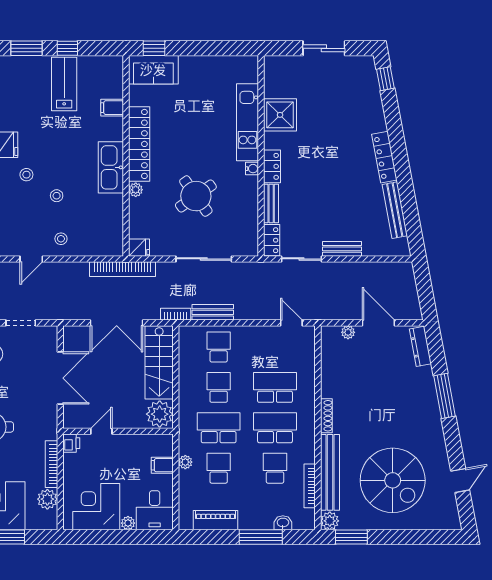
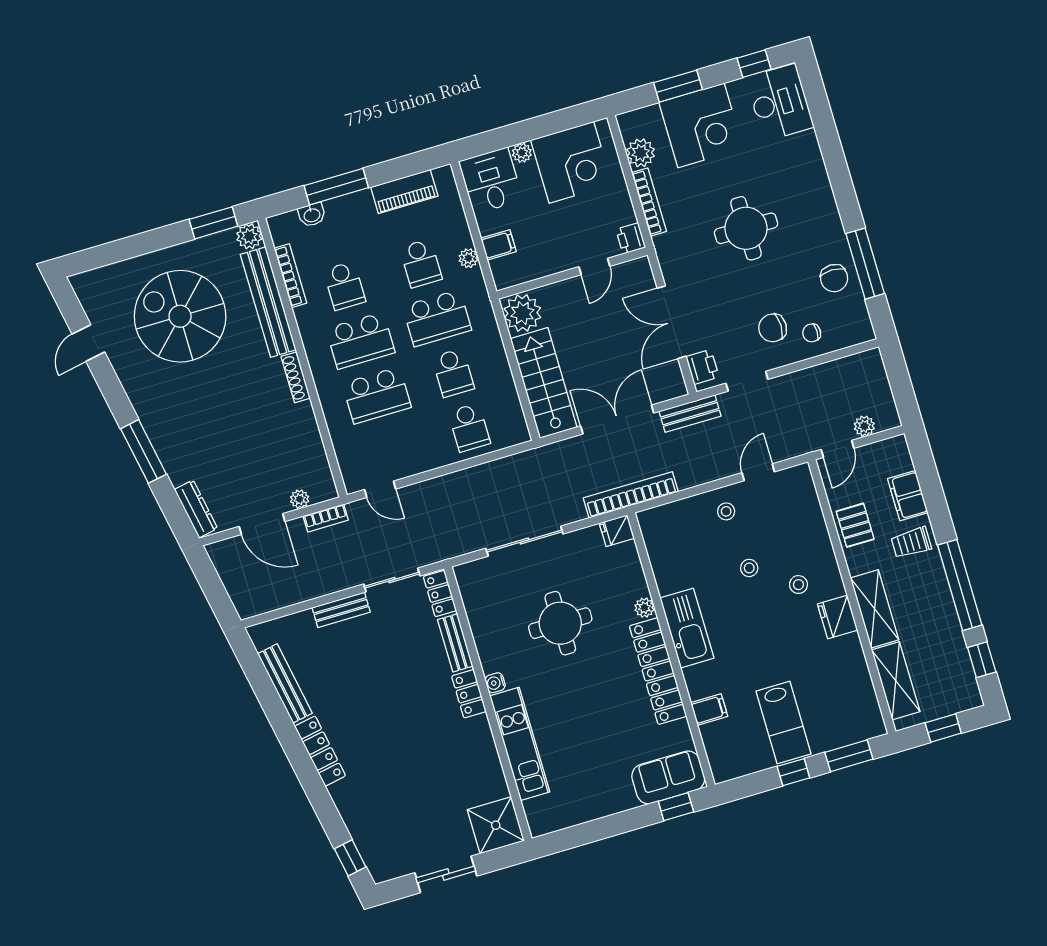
shower: (280, 115) -> (496, 825), moved
round table: (196, 196) -> (560, 623), turned 35
bench: (213, 312) -> (690, 414), moved
bookcase: (176, 314) -> (326, 518), moved
printer: (48, 342) -> (702, 367), added

